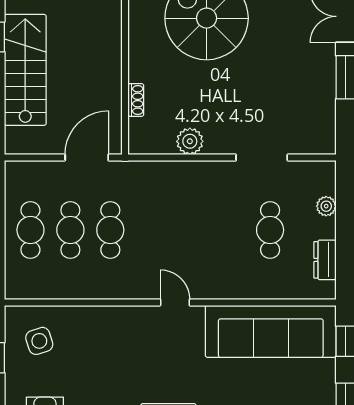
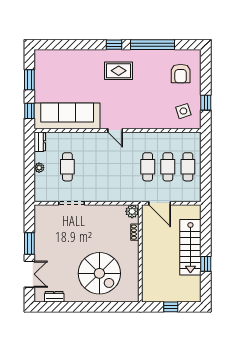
plant: (190, 141) -> (132, 211), moved
door: (87, 158) -> (160, 203), hinge flipped
plant: (326, 206) -> (39, 168), moved
dresser: (325, 260) -> (40, 142), moved

